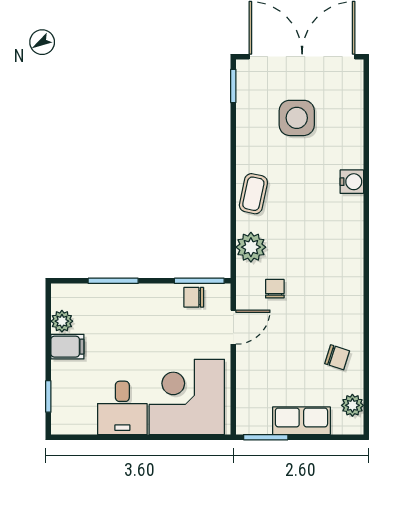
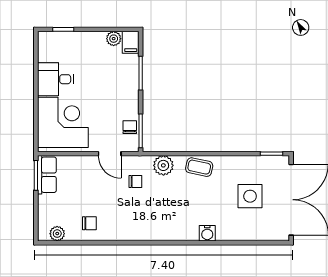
filing cabinet: (67, 347) -> (131, 42), moved
chair: (337, 357) -> (89, 223), turned -108
row of seats: (301, 421) -> (47, 175), moved

